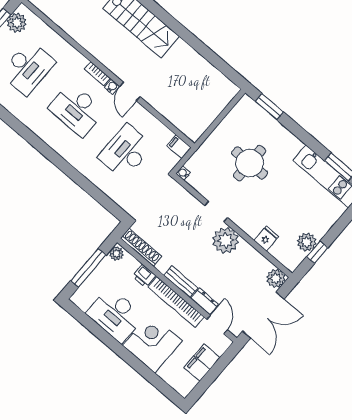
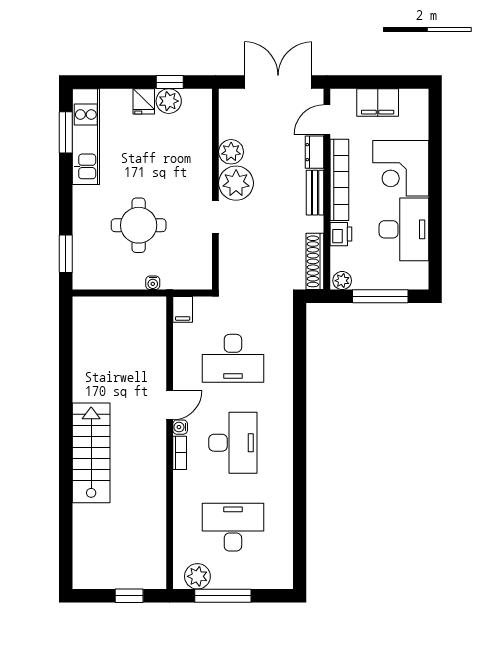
water cooler: (183, 173) -> (153, 283), moved
fridge: (266, 239) -> (144, 101), moved, turned -90
plant: (276, 278) -> (231, 152), moved

